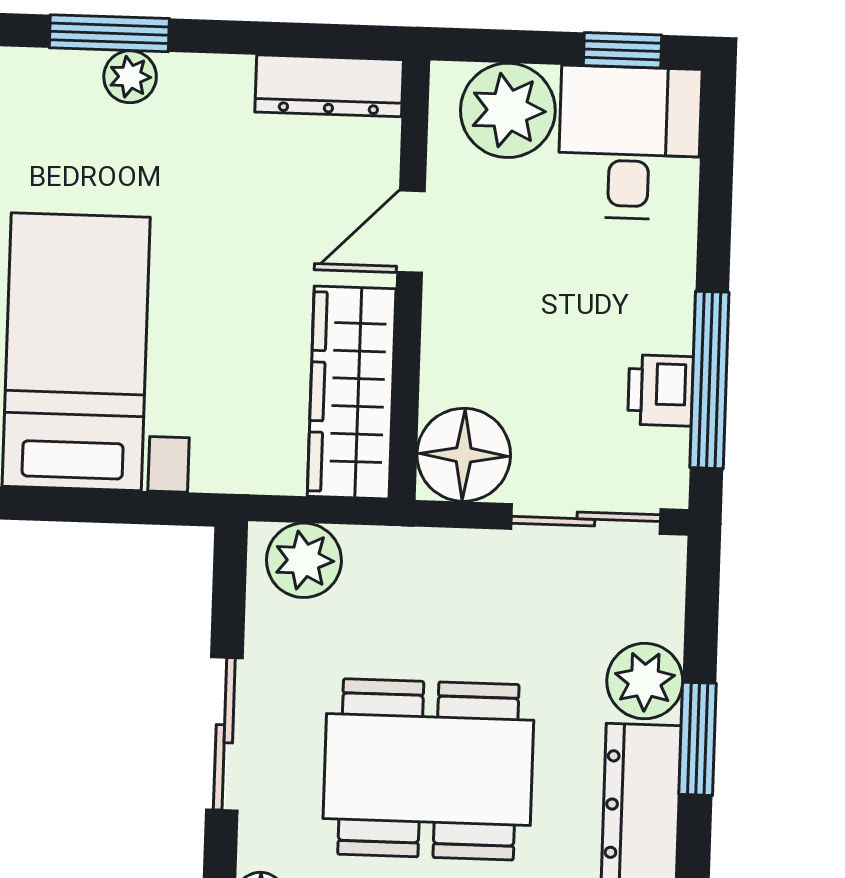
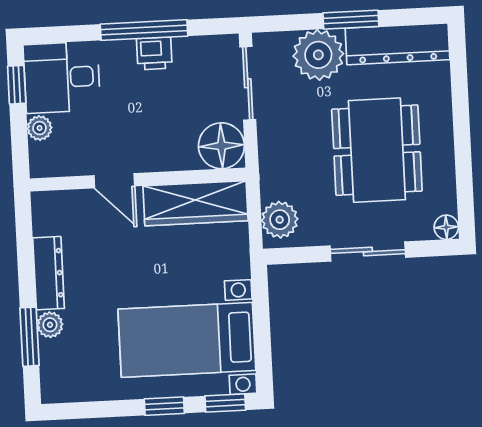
dresser: (329, 86) -> (49, 273), moved
plant: (508, 110) -> (40, 128), width x0.53, depth x0.53
window: (709, 380) -> (144, 30), moved
printer: (661, 390) -> (154, 53), moved
plant: (645, 681) -> (318, 55), width x1.36, depth x1.36

